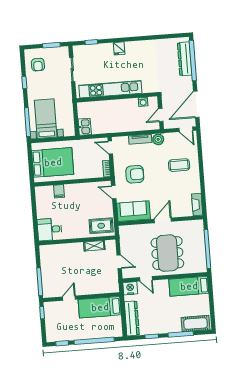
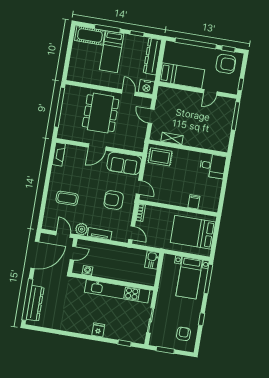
door: (186, 129) -> (63, 234), moved
bed: (189, 286) -> (112, 52), moved, turned 90
armchair: (61, 328) -> (226, 64), added

